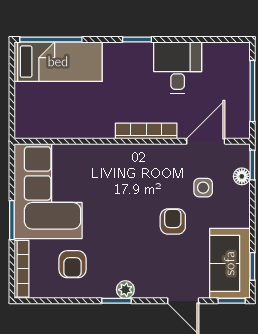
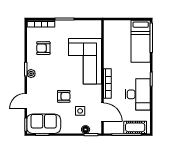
desk: (178, 68) -> (138, 94), width x1.37
cot: (237, 73) -> (135, 127), added
corner sofa: (48, 191) -> (85, 61), moved, turned 90

